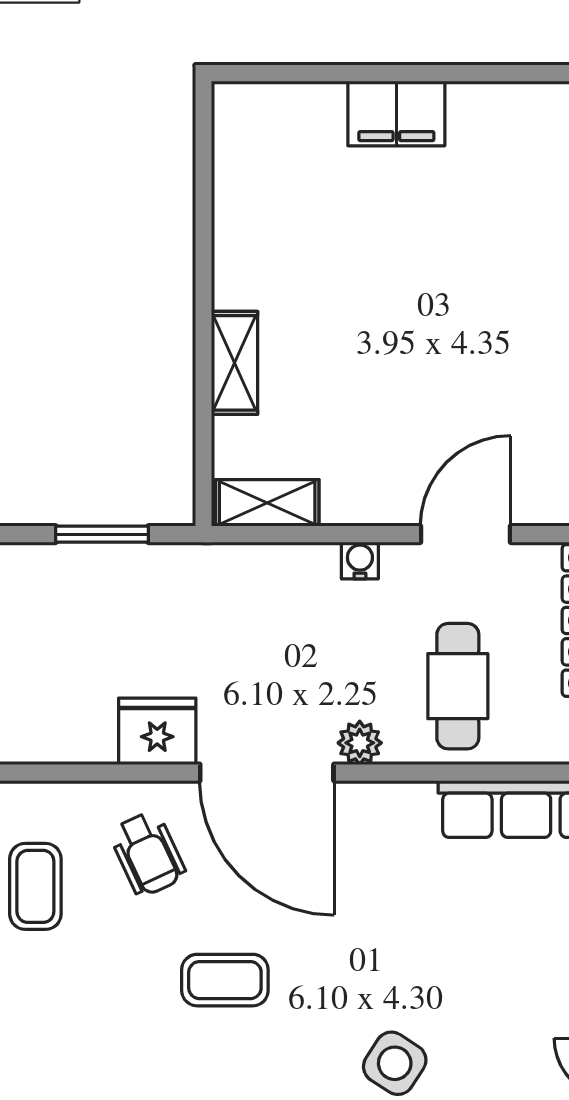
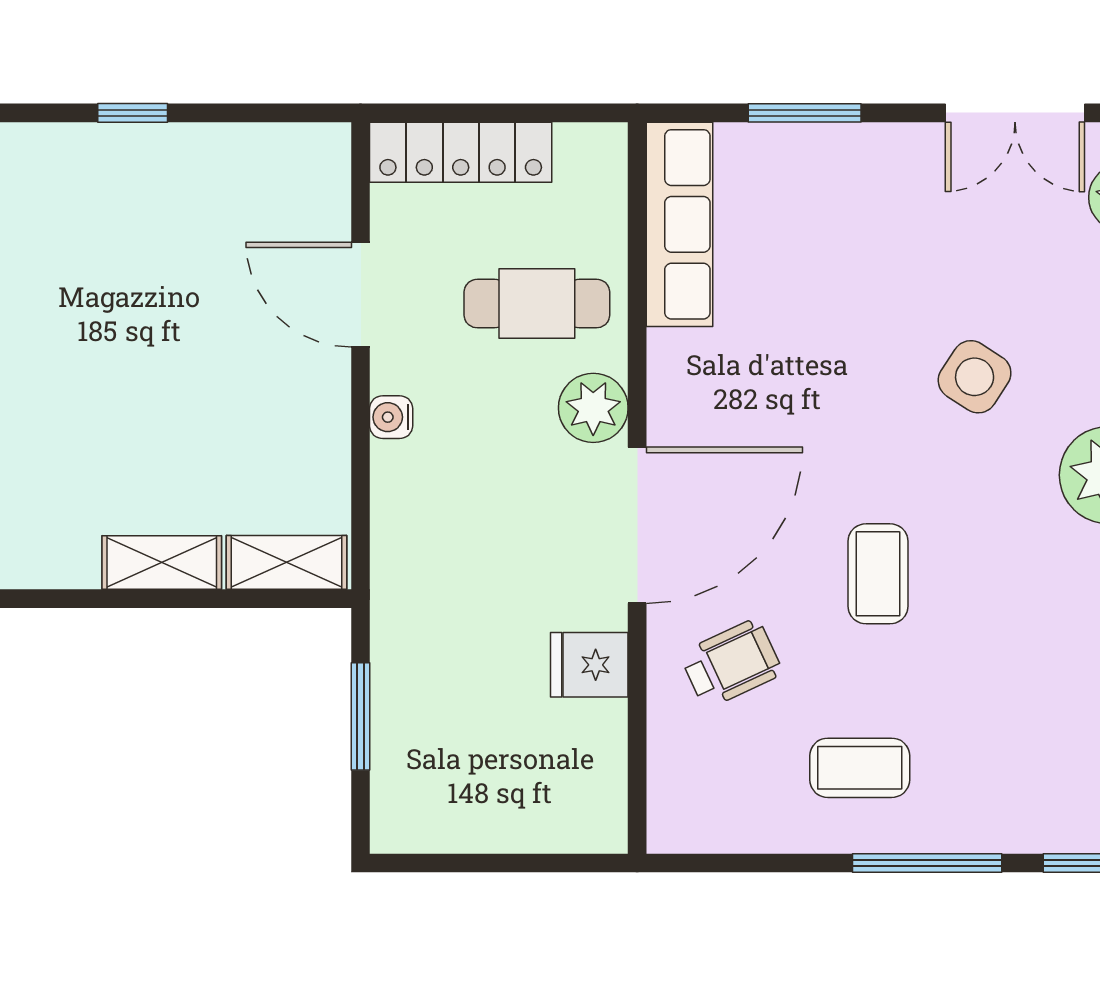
shelving: (267, 503) -> (286, 562), moved, turned 90
fridge: (157, 731) -> (589, 665), width x0.72
plant: (360, 743) -> (593, 408), width x1.38, depth x1.38
coffee table: (35, 886) -> (860, 768), moved

